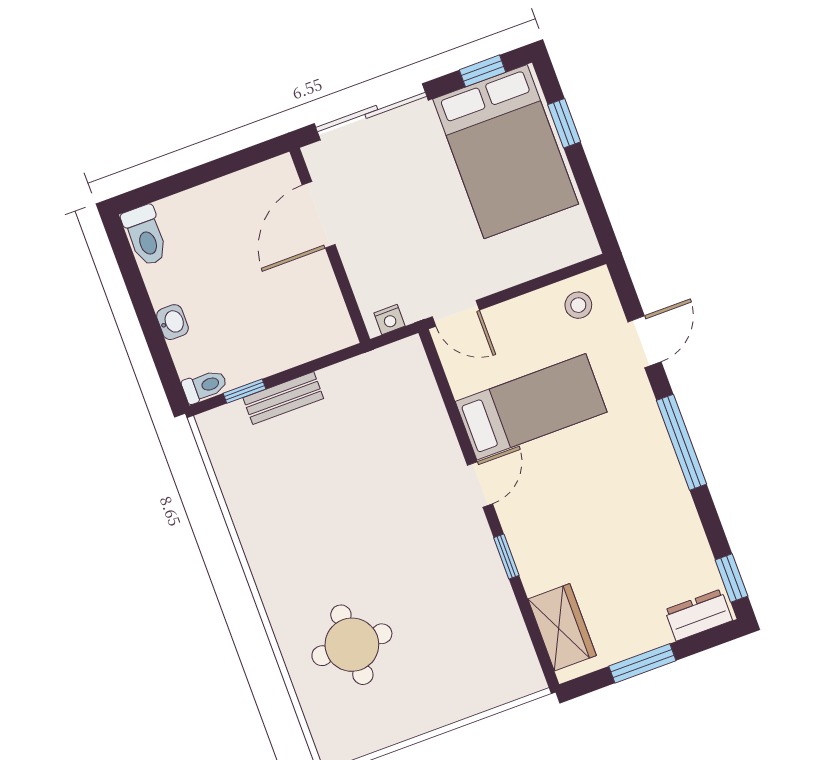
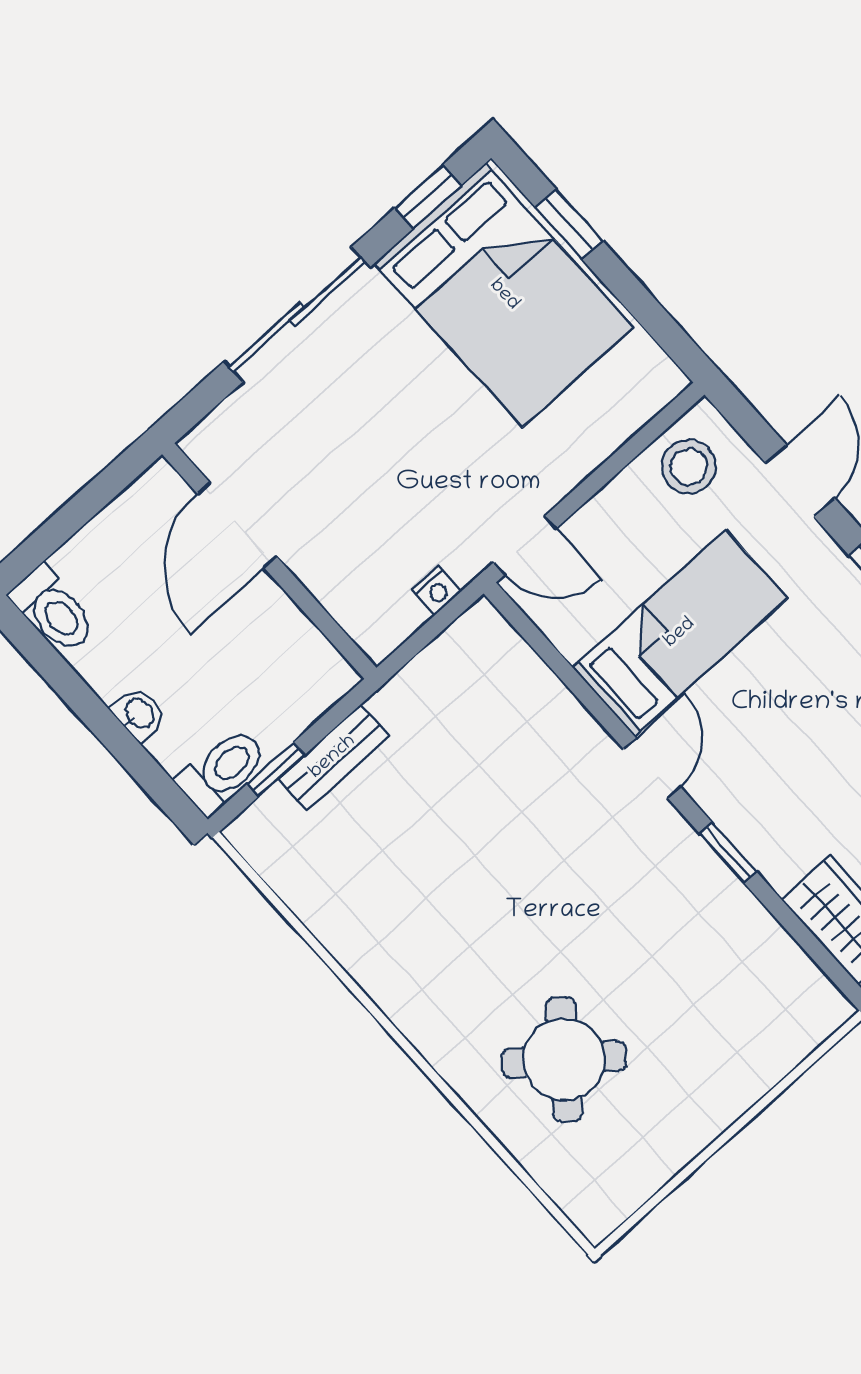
door: (319, 215) -> (237, 525), moved
wall: (330, 245) -> (269, 561), moved
stool: (578, 305) -> (689, 467), width x1.37, depth x1.37
toilet: (205, 386) -> (223, 771), width x1.37, depth x1.39
round table: (352, 645) -> (564, 1060), turned 38

